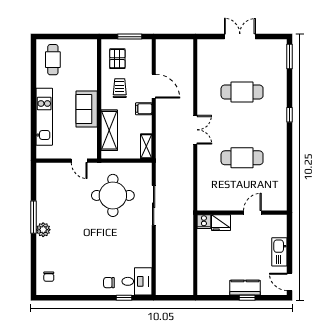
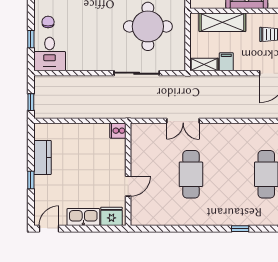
filing cabinet: (144, 109) -> (226, 62), moved
double door: (195, 130) -> (183, 121), moved
door: (252, 213) -> (128, 186), hinge flipped
fridge: (221, 223) -> (111, 216), moved, turned 90
kitchen counter: (245, 288) -> (42, 158), moved
window: (179, 298) -> (31, 102), added

